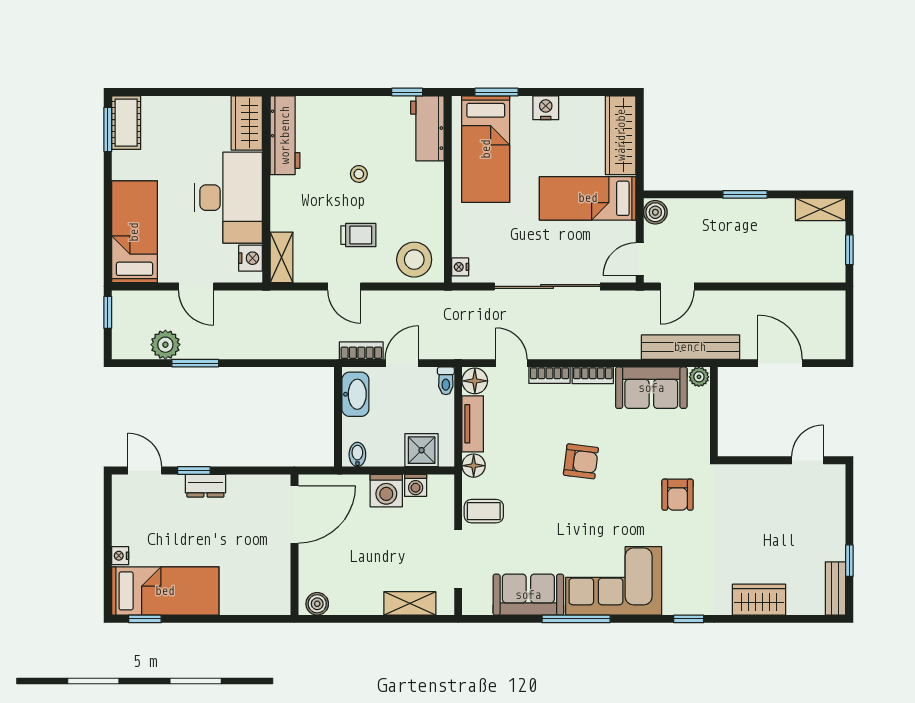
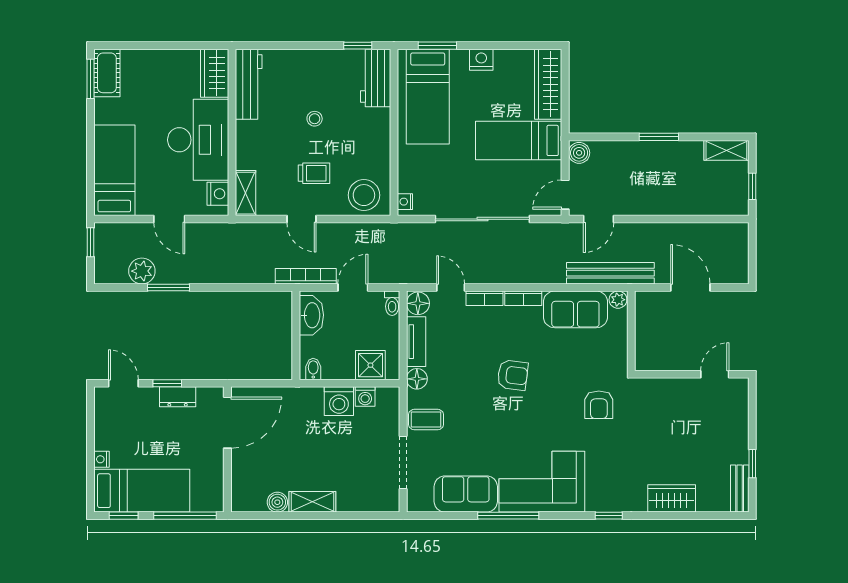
bookcase: (361, 351) -> (306, 276), width x1.56
door: (294, 515) -> (227, 423), moved
wall: (294, 545) -> (227, 449), moved
shelving: (410, 603) -> (312, 502), moved
window: (214, 619) -> (185, 516), added

